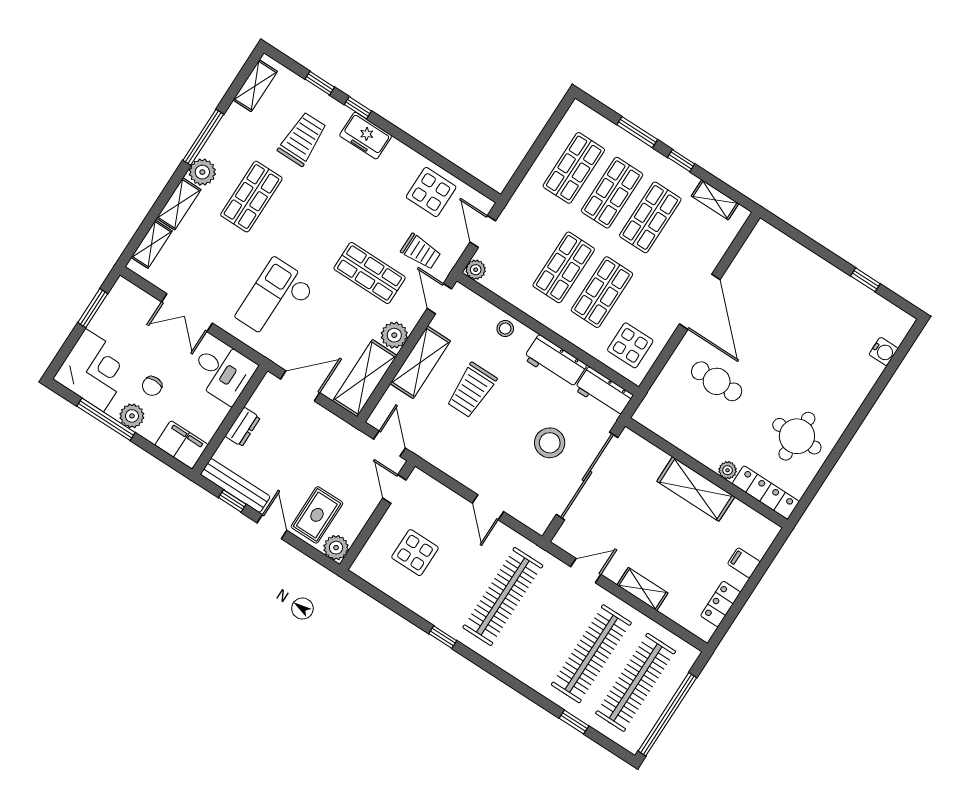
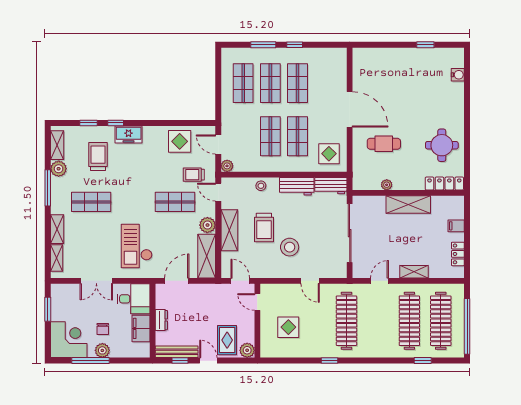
plant: (202, 172) -> (59, 169), moved
shop shelf: (251, 197) -> (91, 202), turned 90
shelving: (715, 200) -> (324, 53), removed
trolley: (421, 252) -> (194, 175), turned 180
stool: (550, 443) -> (290, 247), moved
filing cabinet: (181, 445) -> (141, 328), moved, turned -90
plant: (728, 470) -> (387, 185), moved

